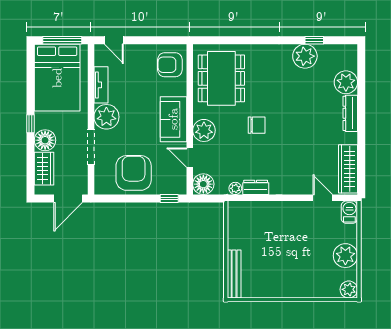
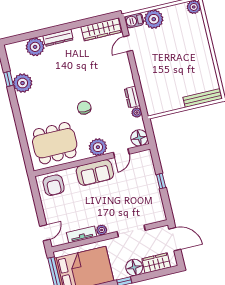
plant: (106, 117) -> (102, 230), width x0.53, depth x0.53
armchair: (134, 173) -> (143, 193), removed
window: (169, 199) -> (161, 181), moved
plant: (345, 256) -> (154, 19), moved

